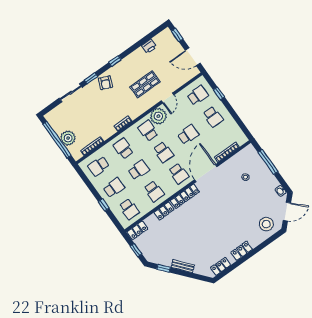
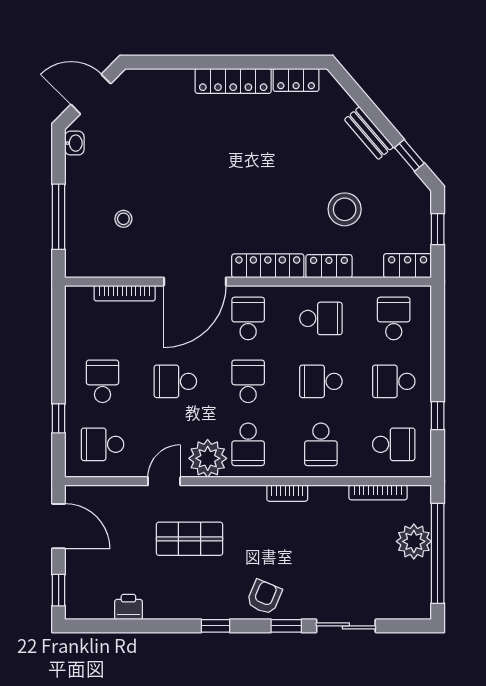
school desk: (154, 191) -> (321, 318), turned 90
window: (104, 205) -> (438, 416), moved
stool: (266, 224) -> (345, 209), moved
locker: (242, 251) -> (233, 81), width x1.53

